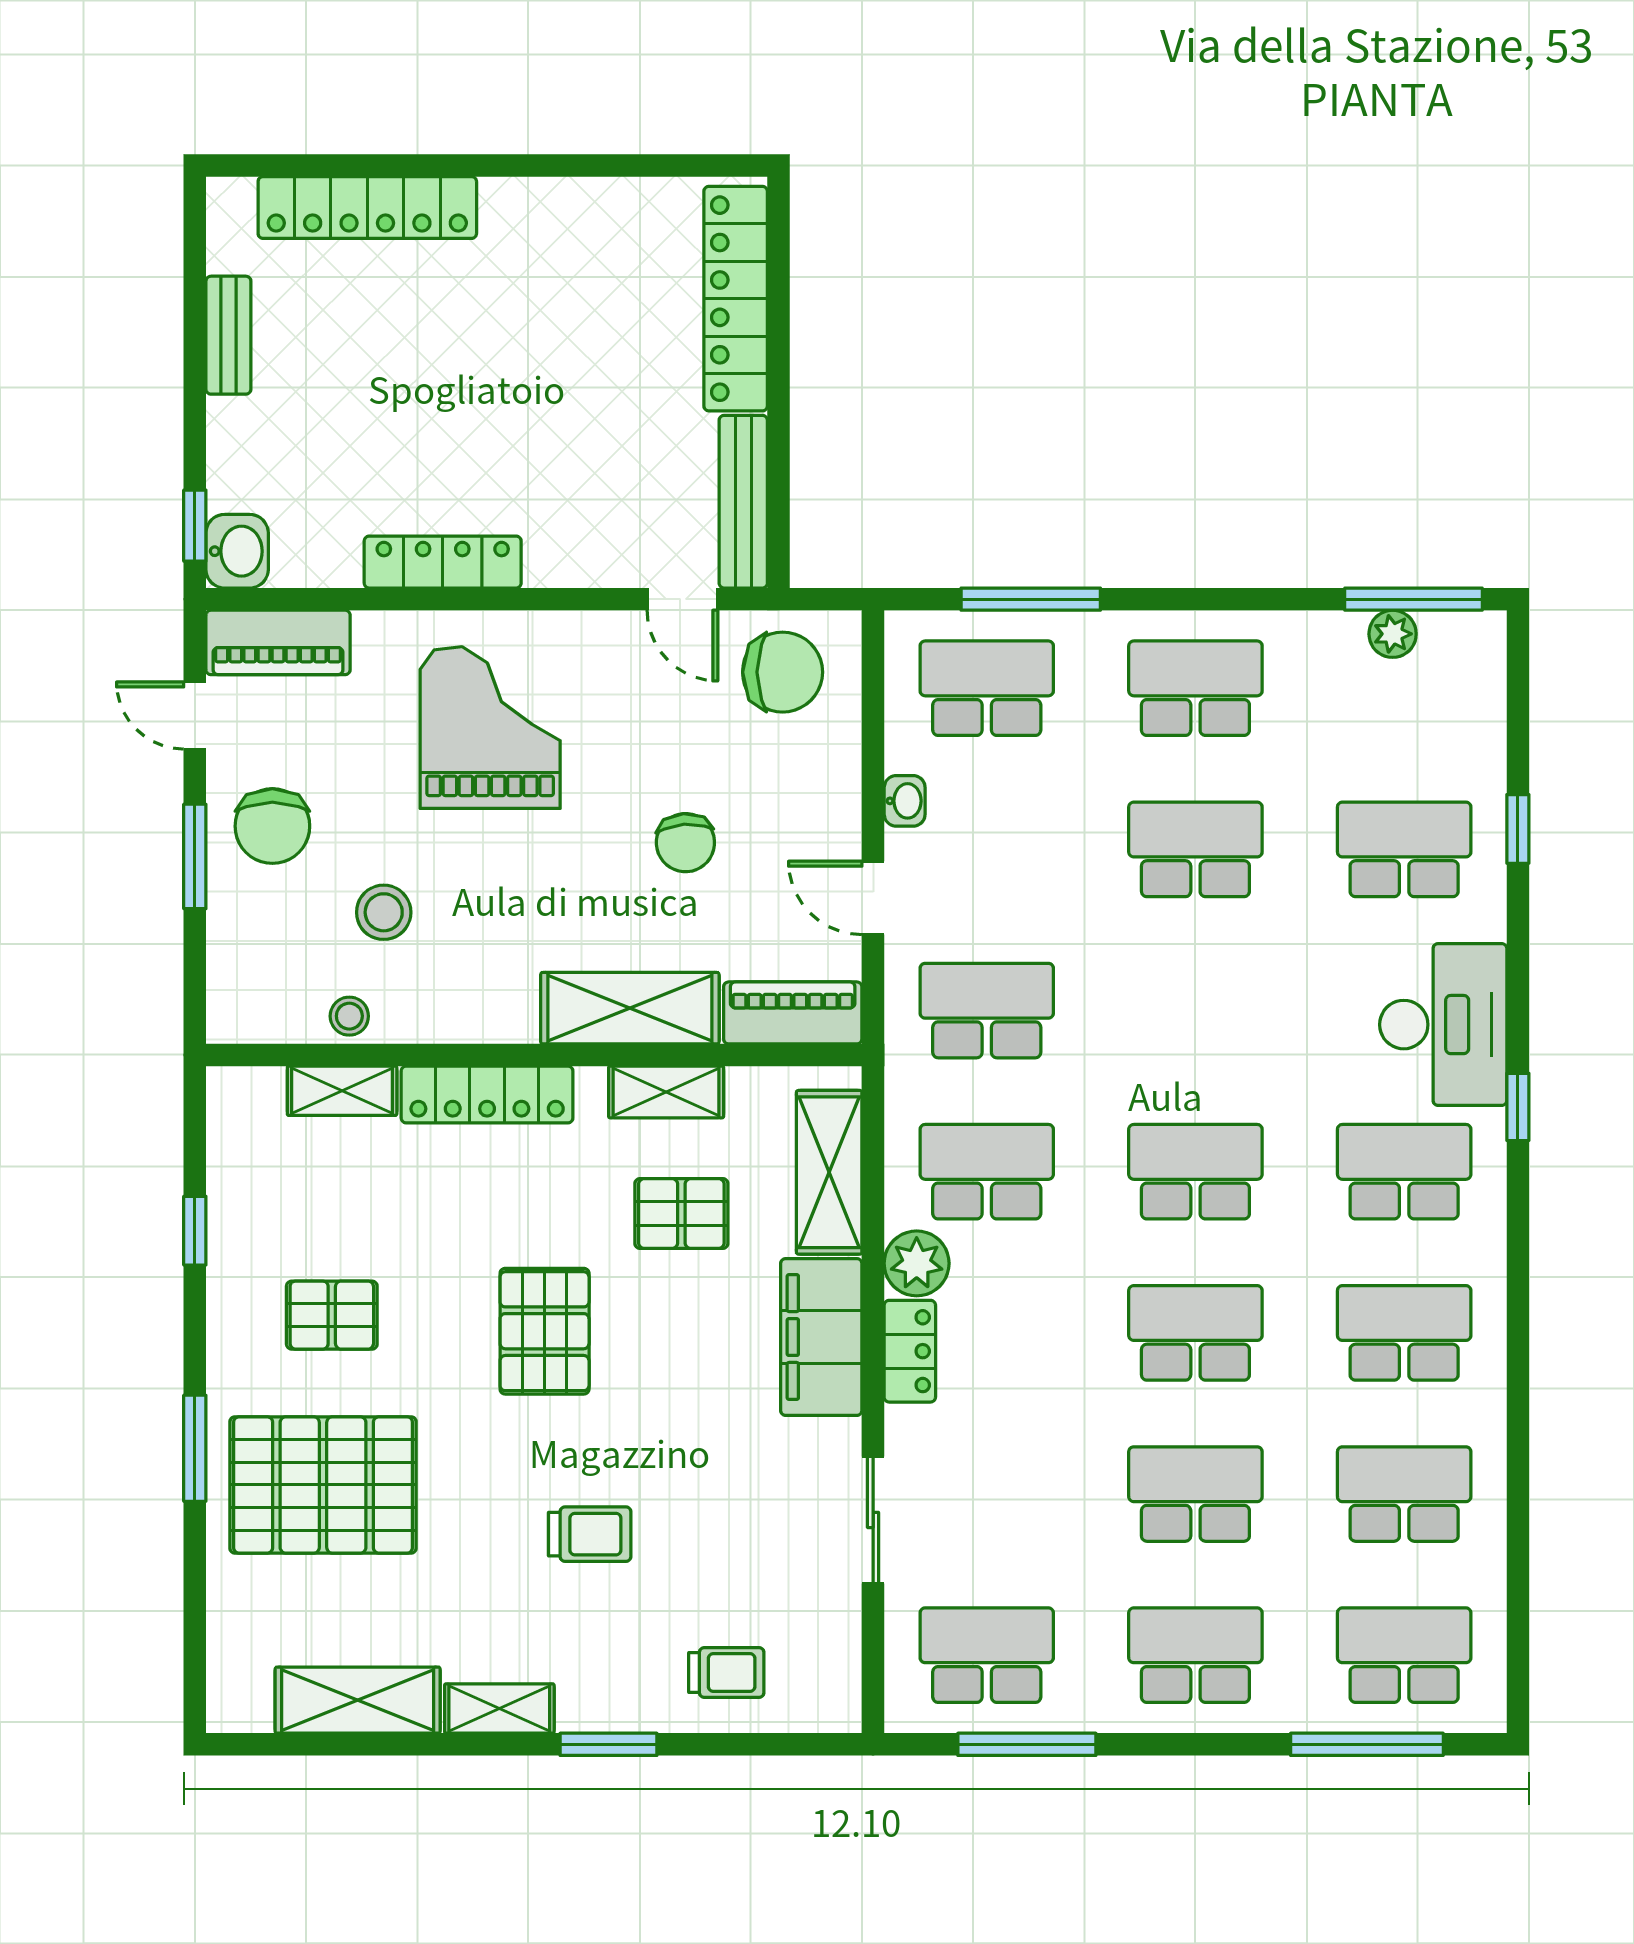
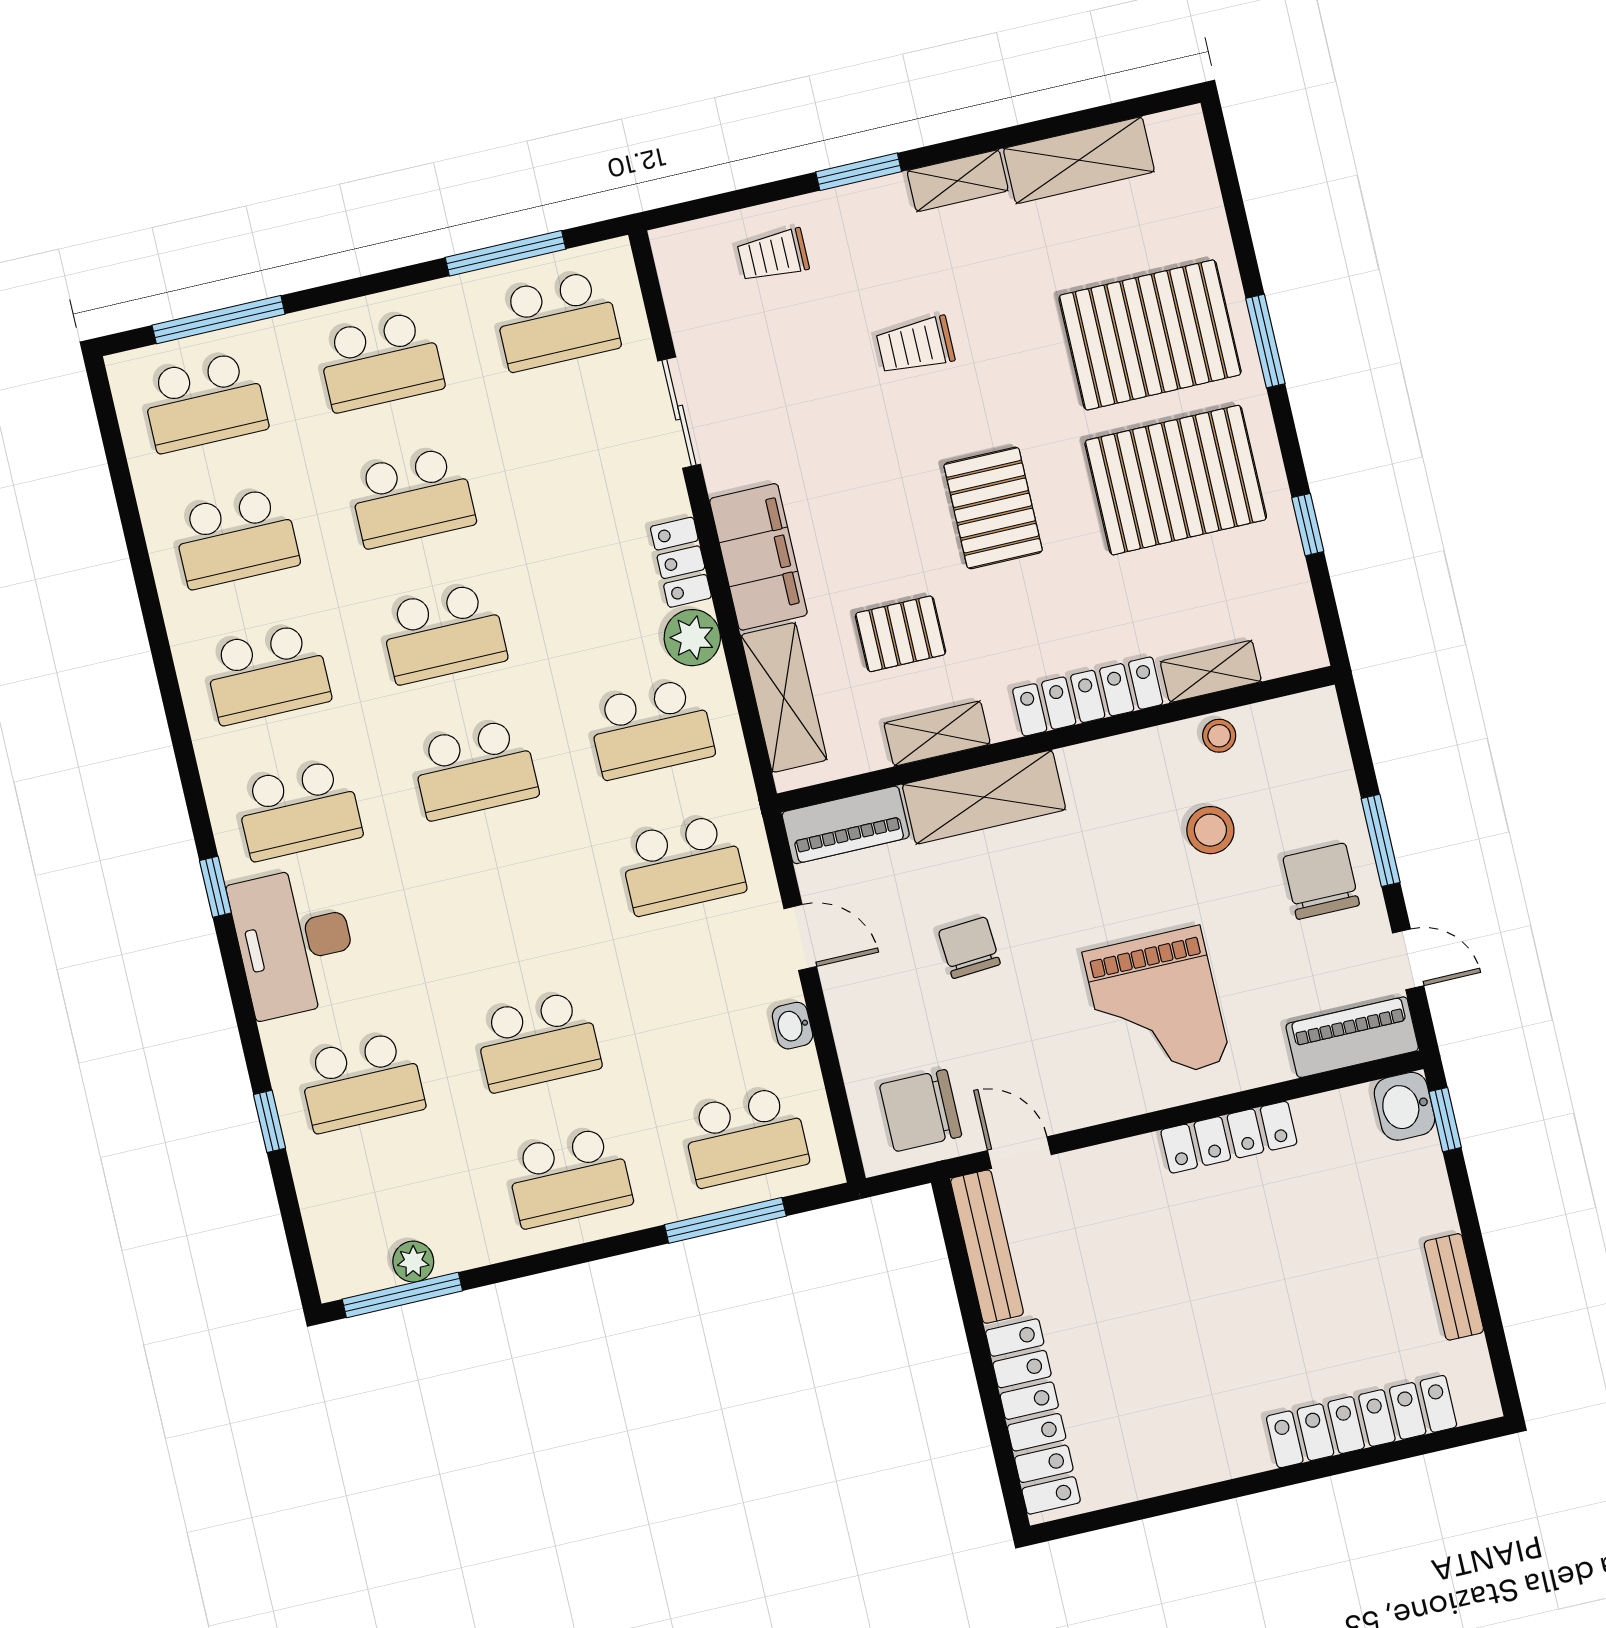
pallet: (332, 1315) -> (1176, 480), width x2.05, depth x2.00

